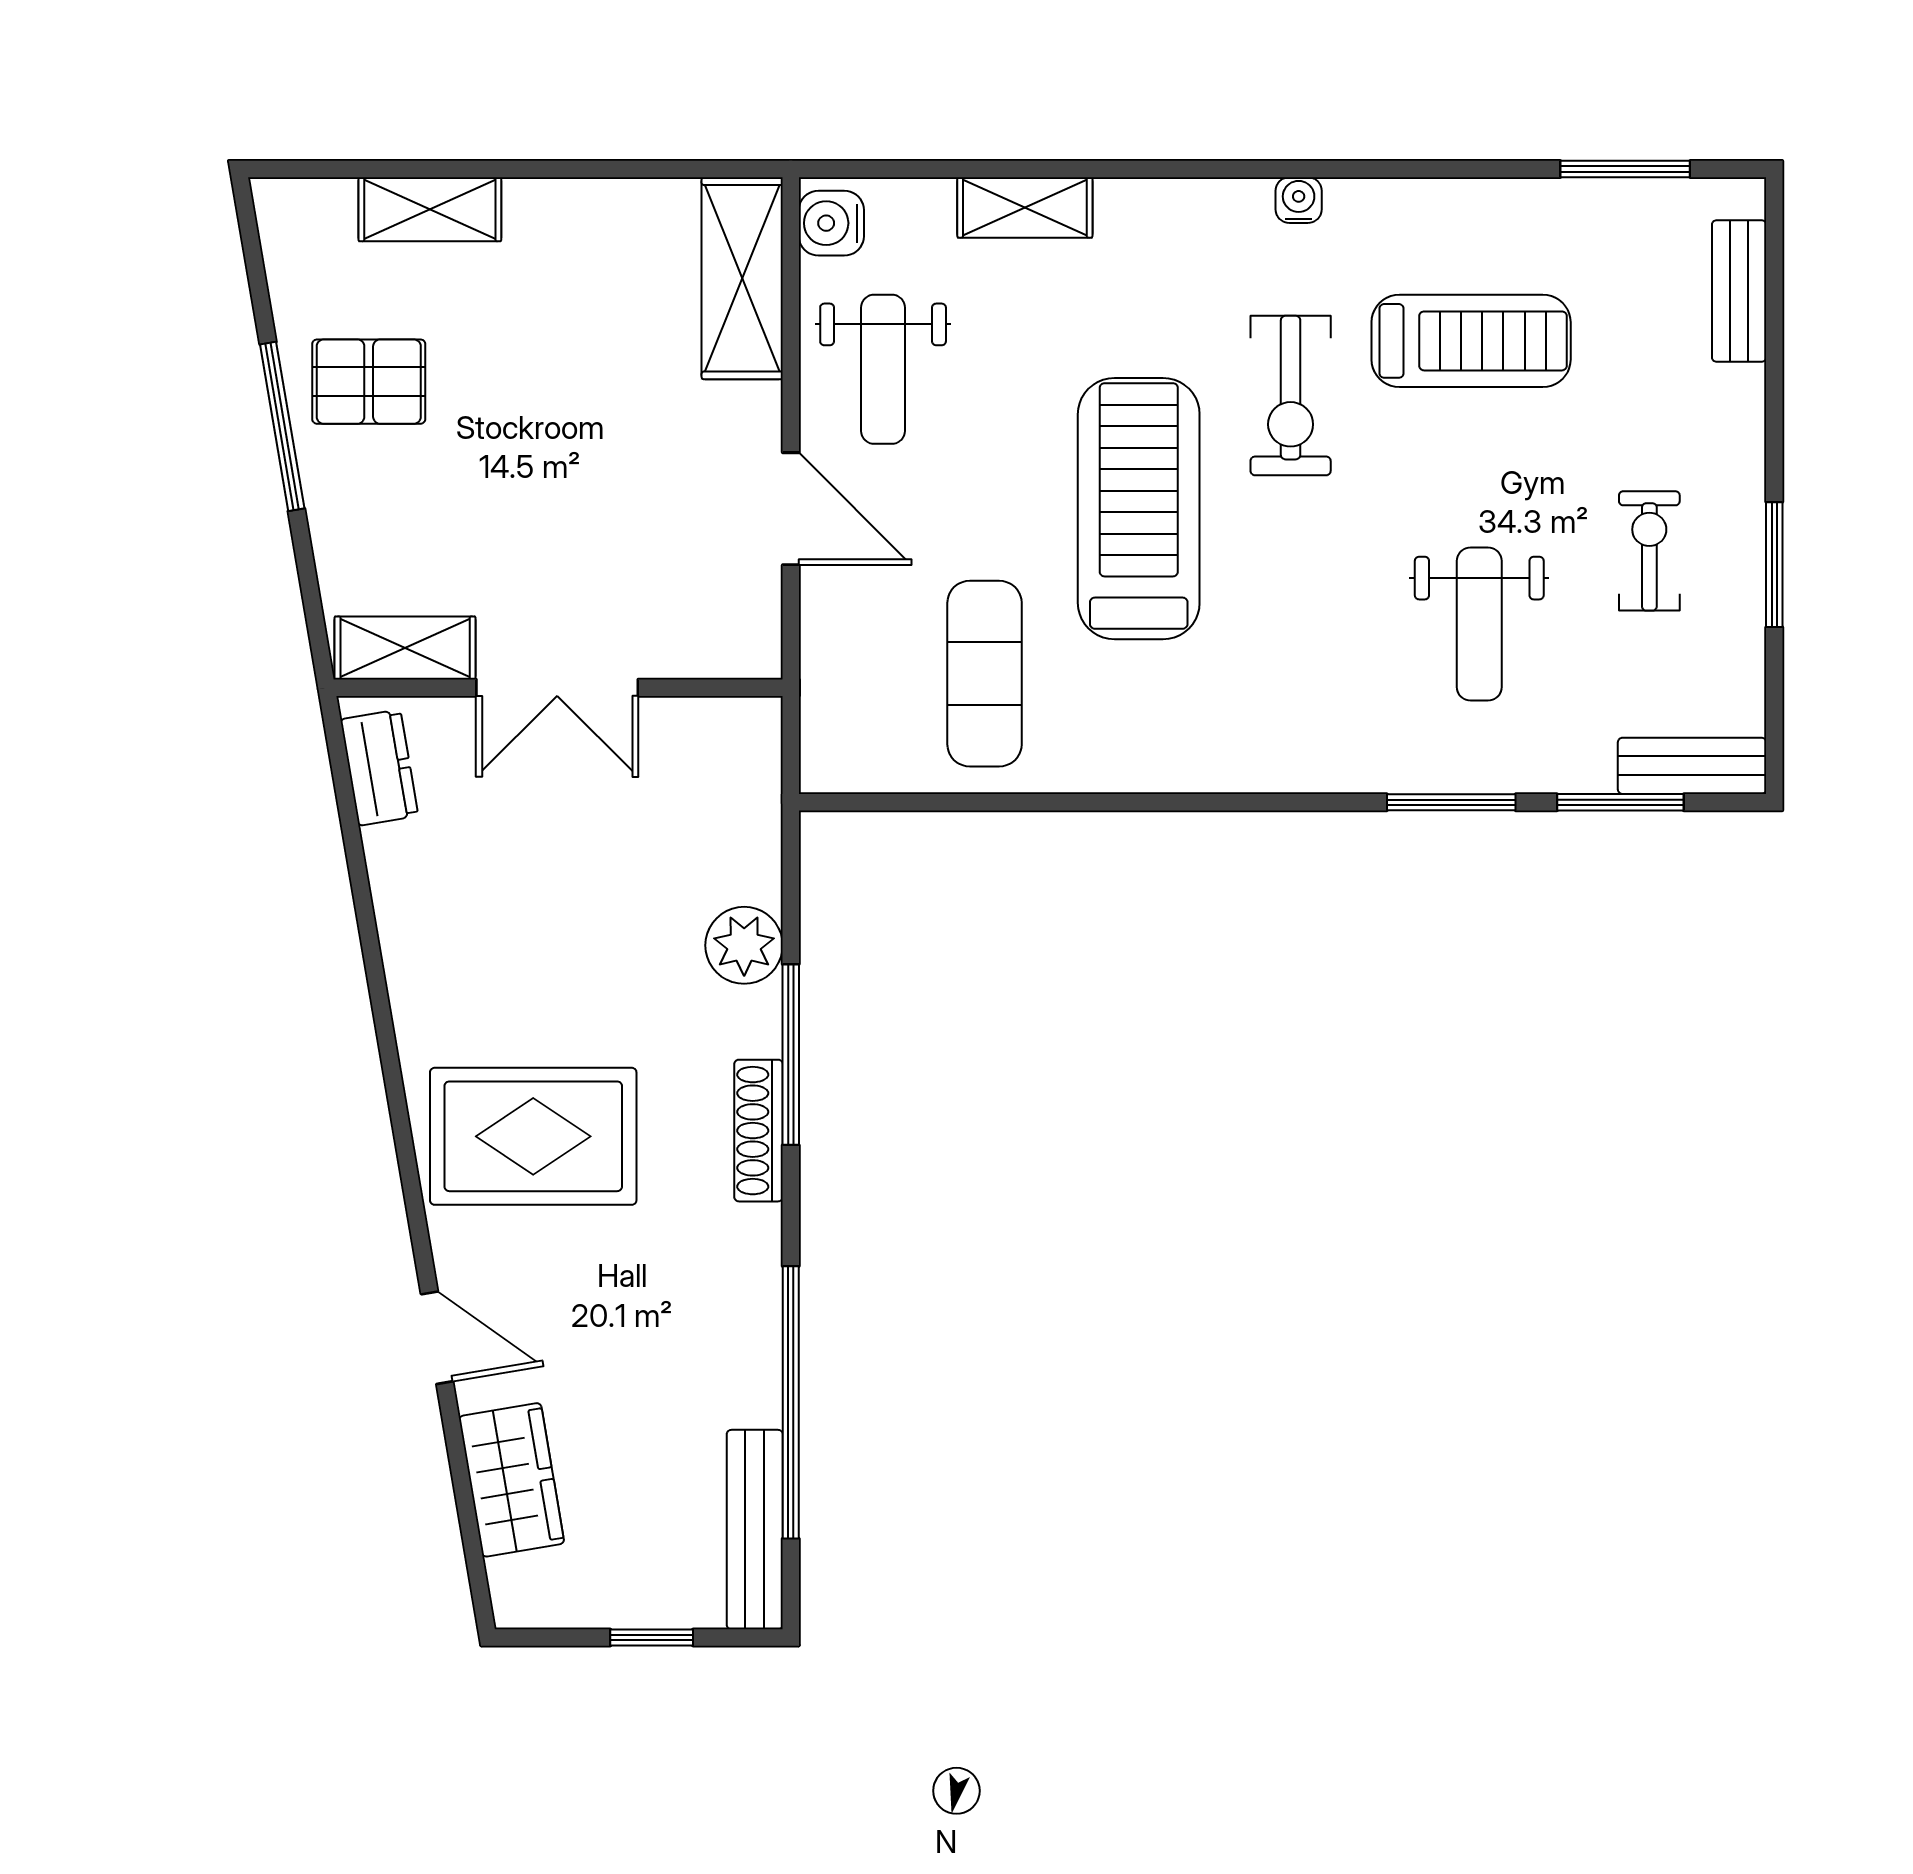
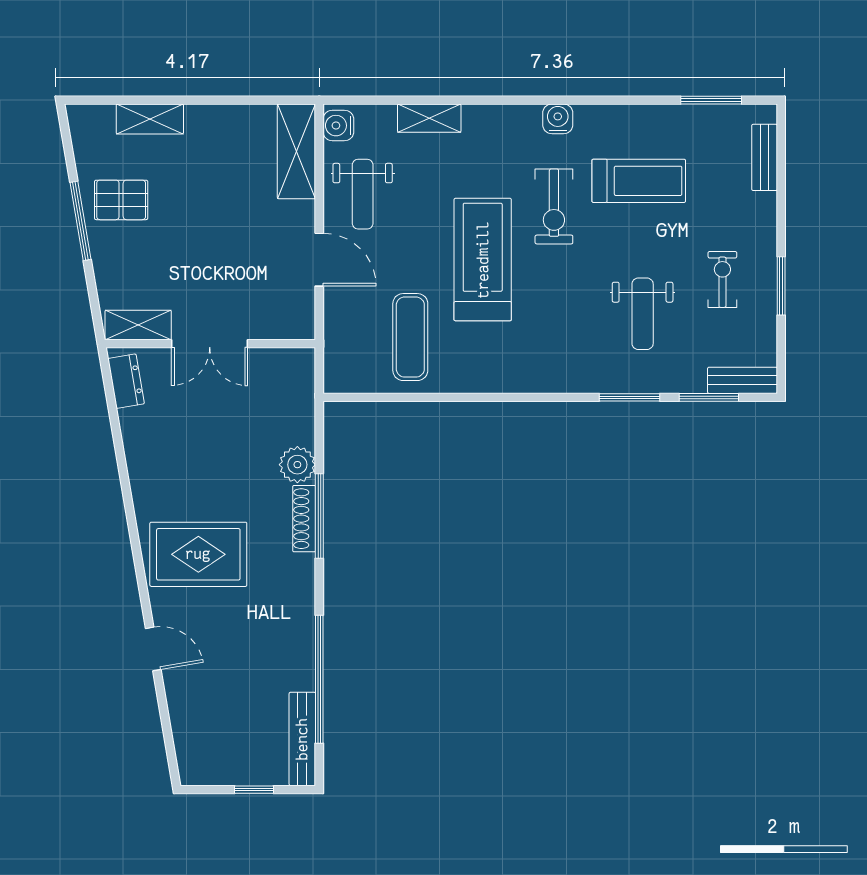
water cooler: (1299, 200) -> (558, 119), width x1.38, depth x1.38
shoe rack: (759, 1131) -> (304, 519), moved
wardrobe: (512, 1480) -> (188, 716), removed

